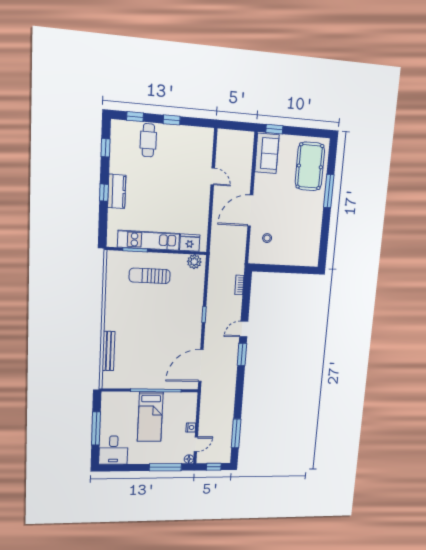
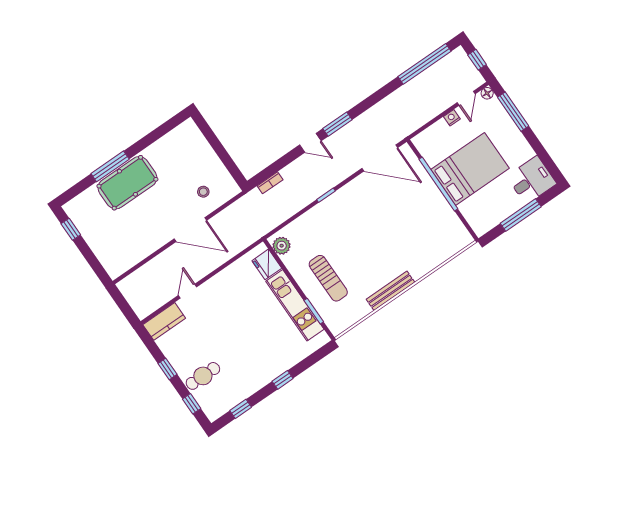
window: (274, 129) -> (71, 229), moved
sofa: (267, 153) -> (125, 256), removed
pool table: (310, 166) -> (127, 183), moved
kitchen counter: (117, 191) -> (164, 321), moved, turned 180
bench: (108, 351) -> (390, 291), moved
bed: (150, 417) -> (470, 169), width x1.50
window: (236, 434) -> (425, 64), width x1.46
door: (196, 444) -> (466, 98), swing flipped

